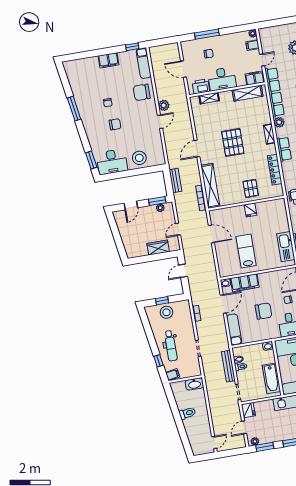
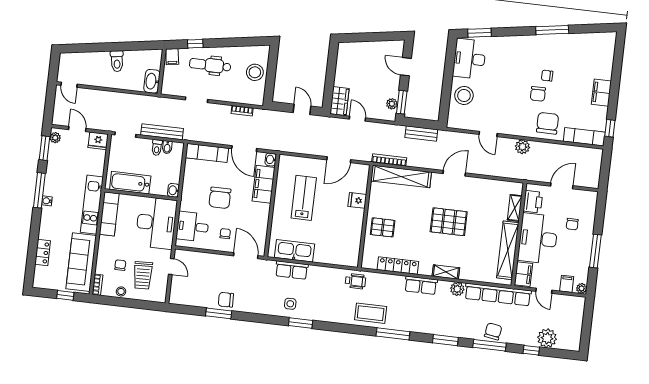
window: (207, 34) -> (595, 251), moved
desk: (222, 79) -> (538, 239), width x1.36, depth x1.30
shelving: (248, 93) -> (508, 250), width x1.47
door: (160, 122) -> (488, 134), moved
chair: (115, 124) -> (538, 94), moved
door: (197, 149) -> (454, 173), hinge flipped
fridge: (250, 210) -> (357, 200), moved
wardrobe: (158, 248) -> (340, 101), moved
lab bench: (246, 251) -> (304, 198), turned -90
window: (162, 301) -> (271, 71), removed

